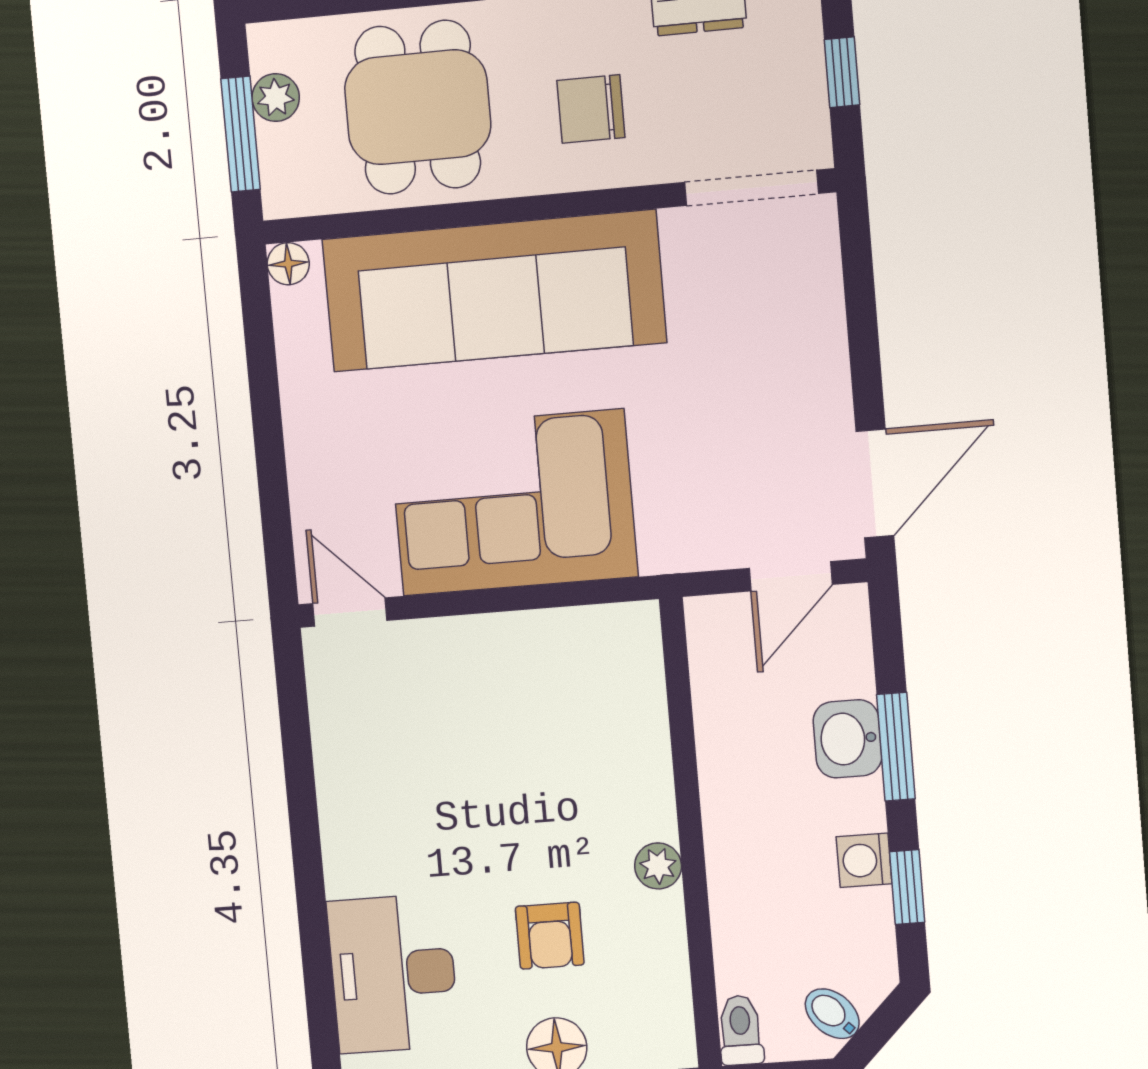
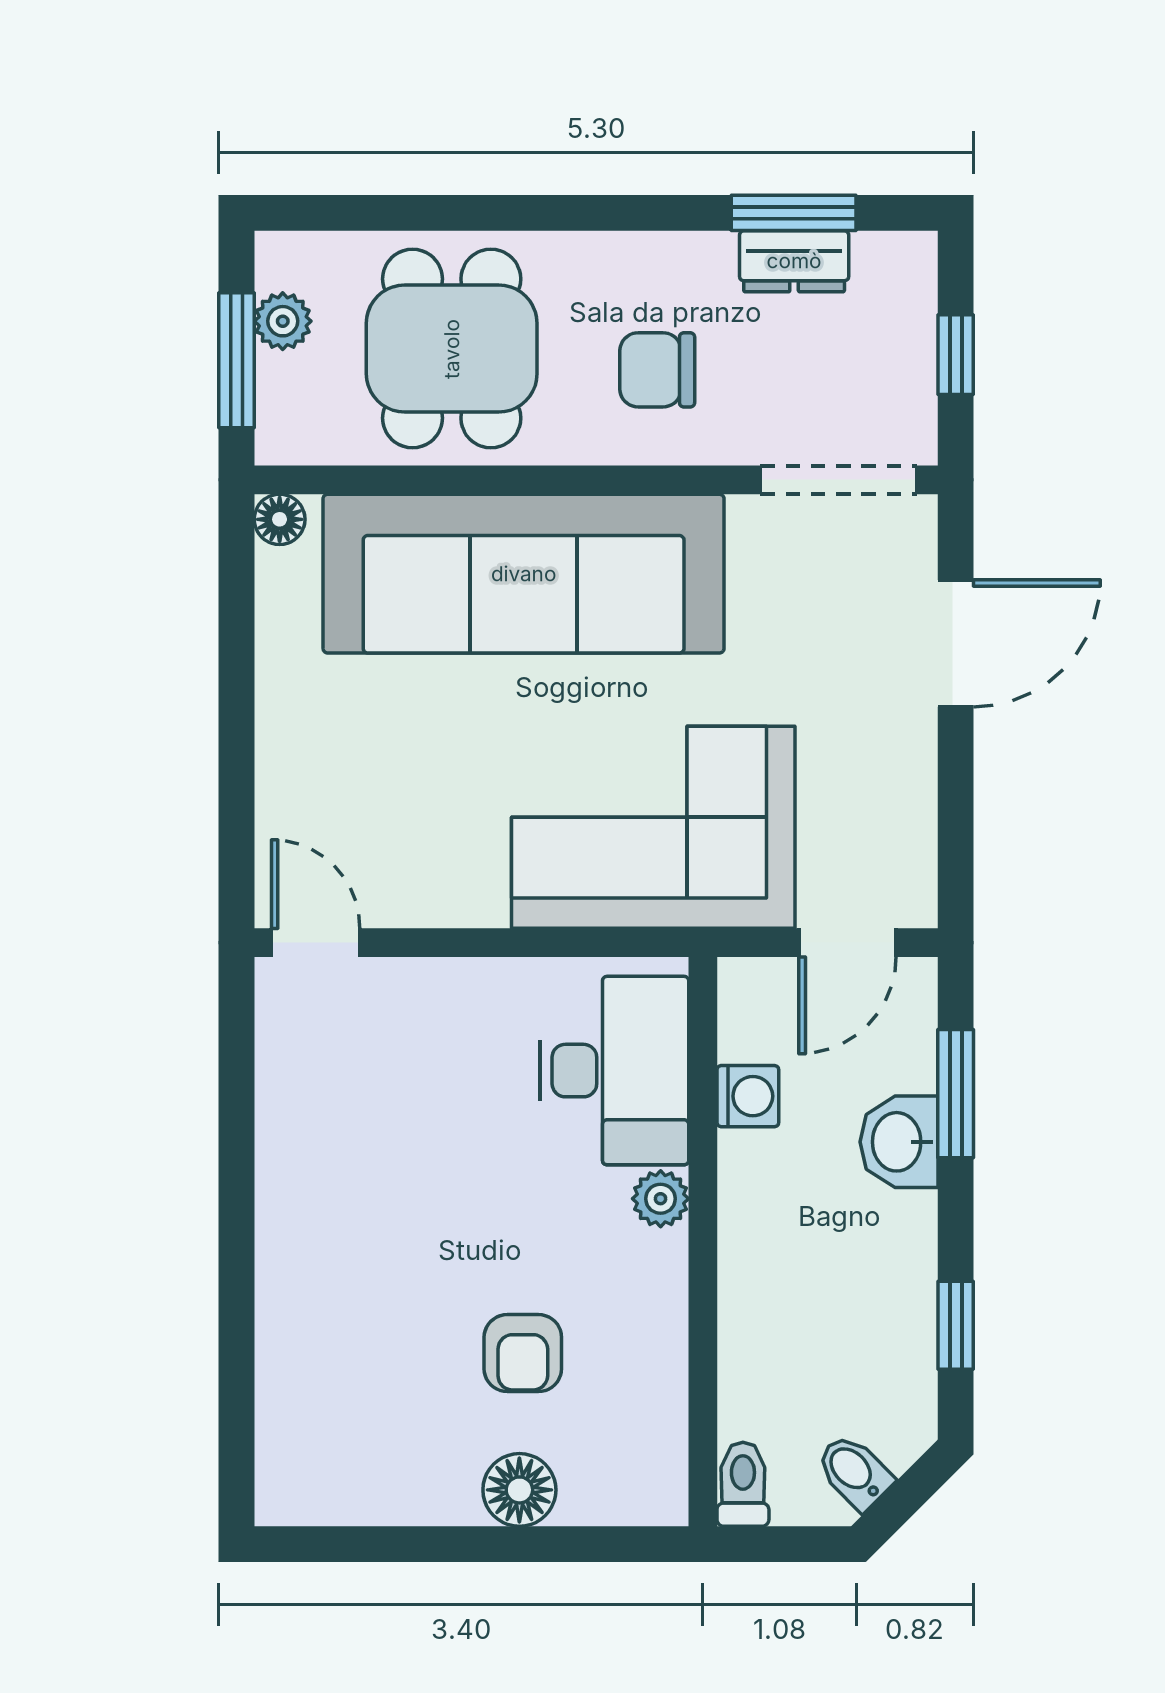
door: (875, 483) -> (956, 643), moved
corner sofa: (513, 502) -> (653, 827), moved
window: (896, 747) -> (956, 1094), moved
washing machine: (864, 860) -> (748, 1096), moved, turned 180
plant: (658, 866) -> (661, 1199), moved
desk: (393, 974) -> (614, 1071), moved, turned 180

